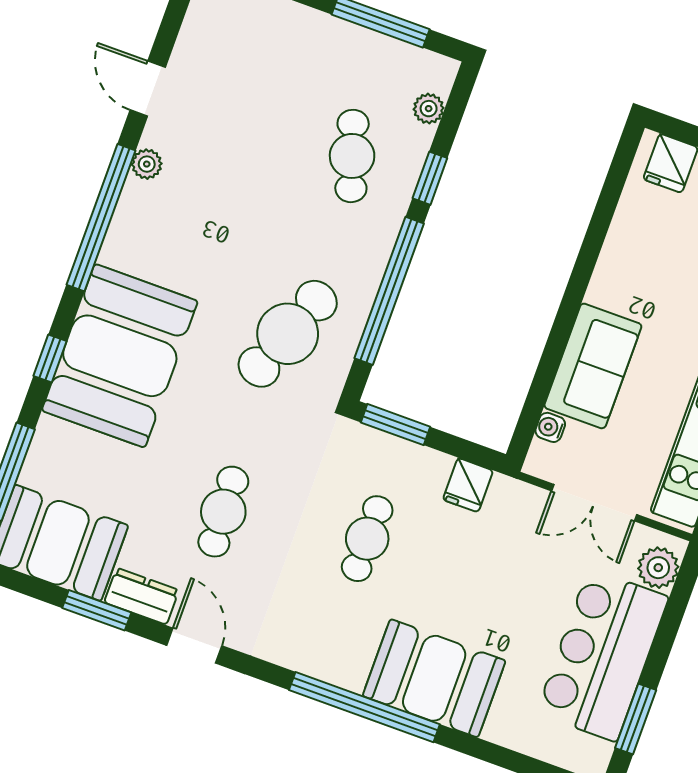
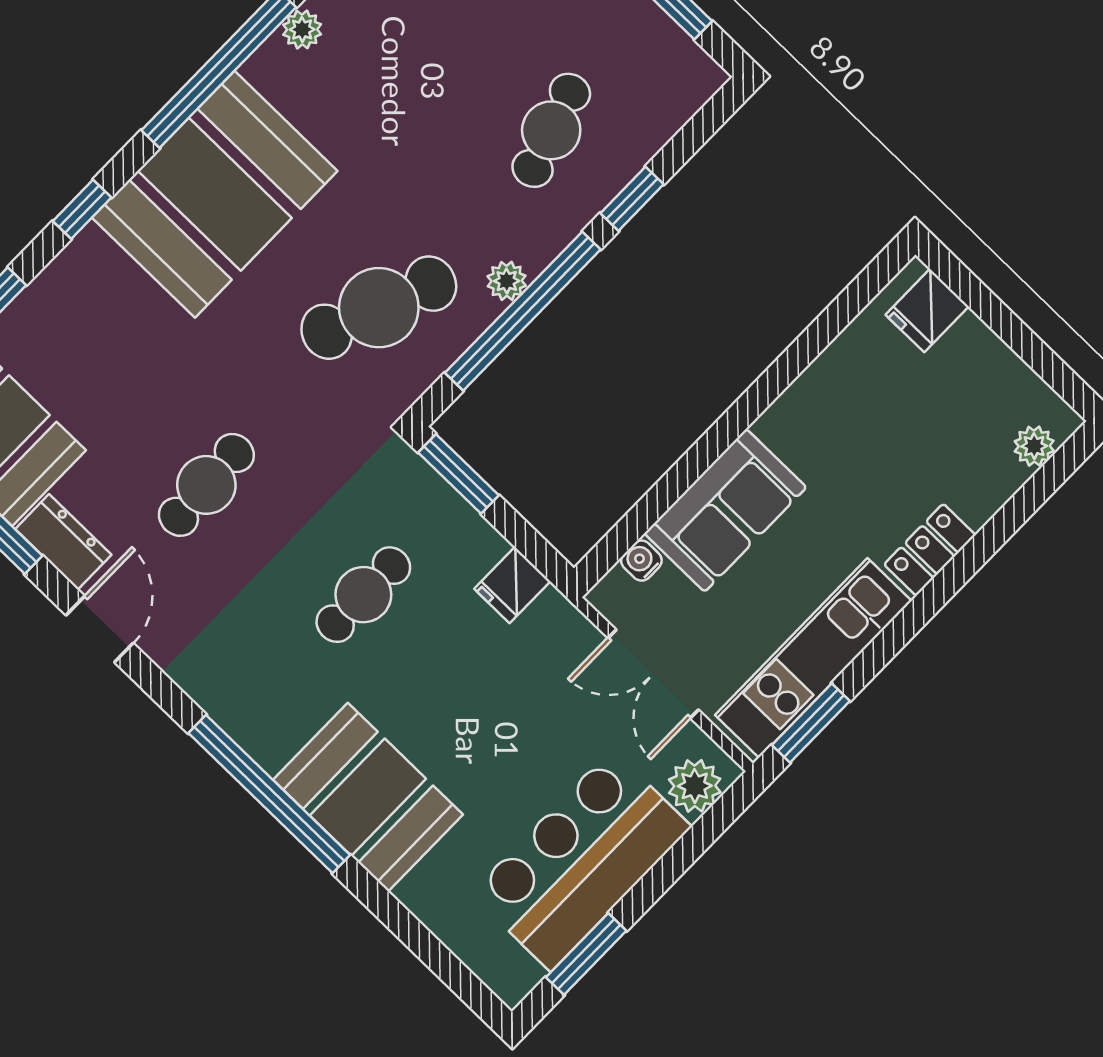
plant: (429, 109) -> (507, 281), moved
booth: (120, 356) -> (215, 194), moved

